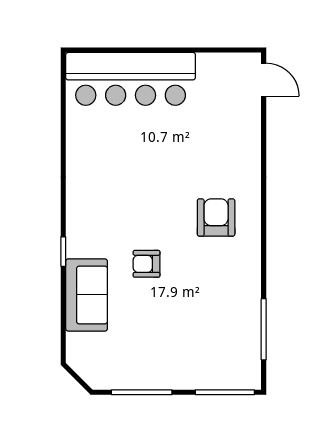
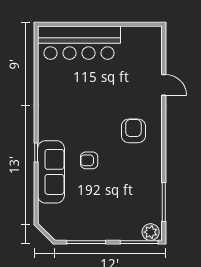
door: (264, 80) -> (164, 85), moved
sofa: (87, 295) -> (51, 172), width x1.36
plant: (243, 376) -> (151, 232), added

